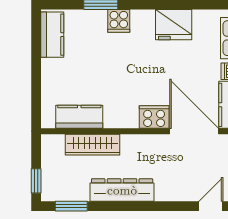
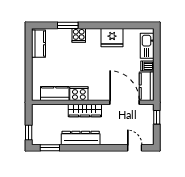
cooker: (154, 117) -> (79, 94), moved
wardrobe: (93, 145) -> (85, 110), moved
door: (211, 206) -> (135, 148), hinge flipped

